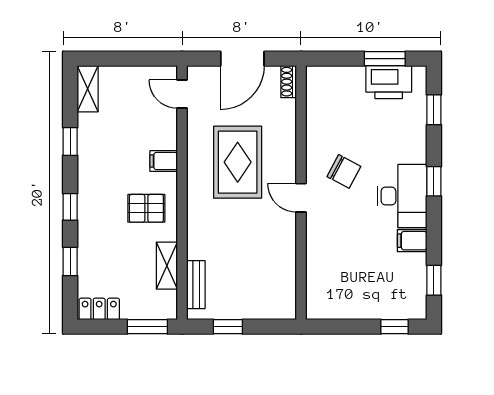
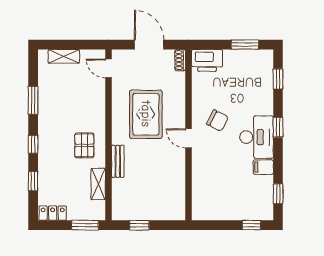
door: (242, 59) -> (149, 45), swing flipped
printer: (389, 82) -> (207, 60), moved
shelving: (88, 89) -> (64, 56), moved, turned 90
window: (70, 141) -> (33, 100), width x1.50
filing cabinet: (164, 161) -> (96, 114), removed
pallet: (146, 208) -> (84, 145), turned 90
bench: (196, 285) -> (118, 161), moved

